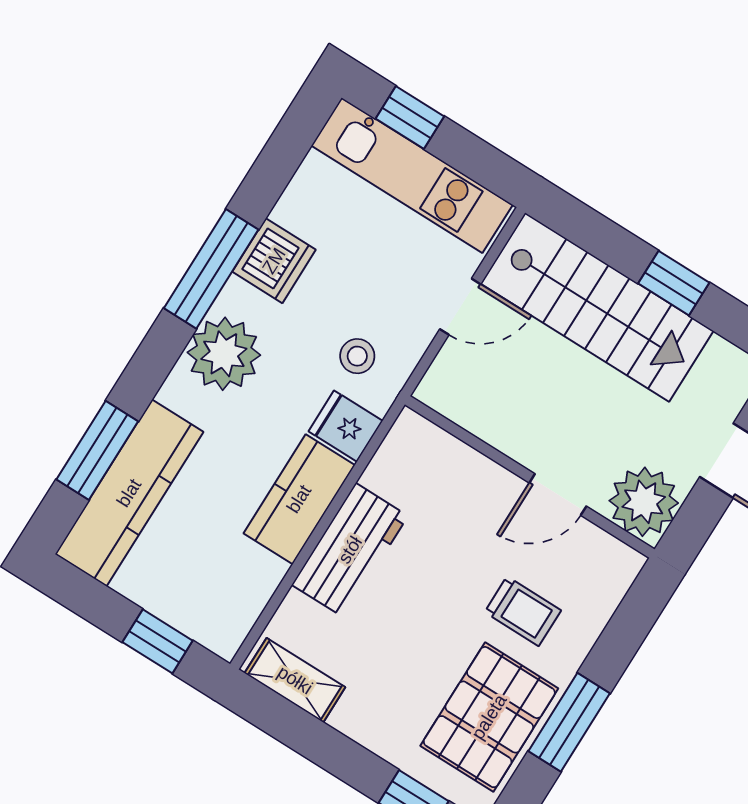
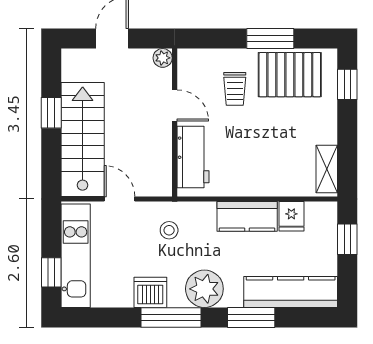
fridge: (346, 426) -> (291, 216), moved
window: (97, 450) -> (251, 317), moved
plant: (644, 502) -> (163, 58), width x0.53, depth x0.53
workbench: (350, 550) -> (193, 157), moved, turned 90
trolley: (523, 611) -> (235, 89), turned 180

